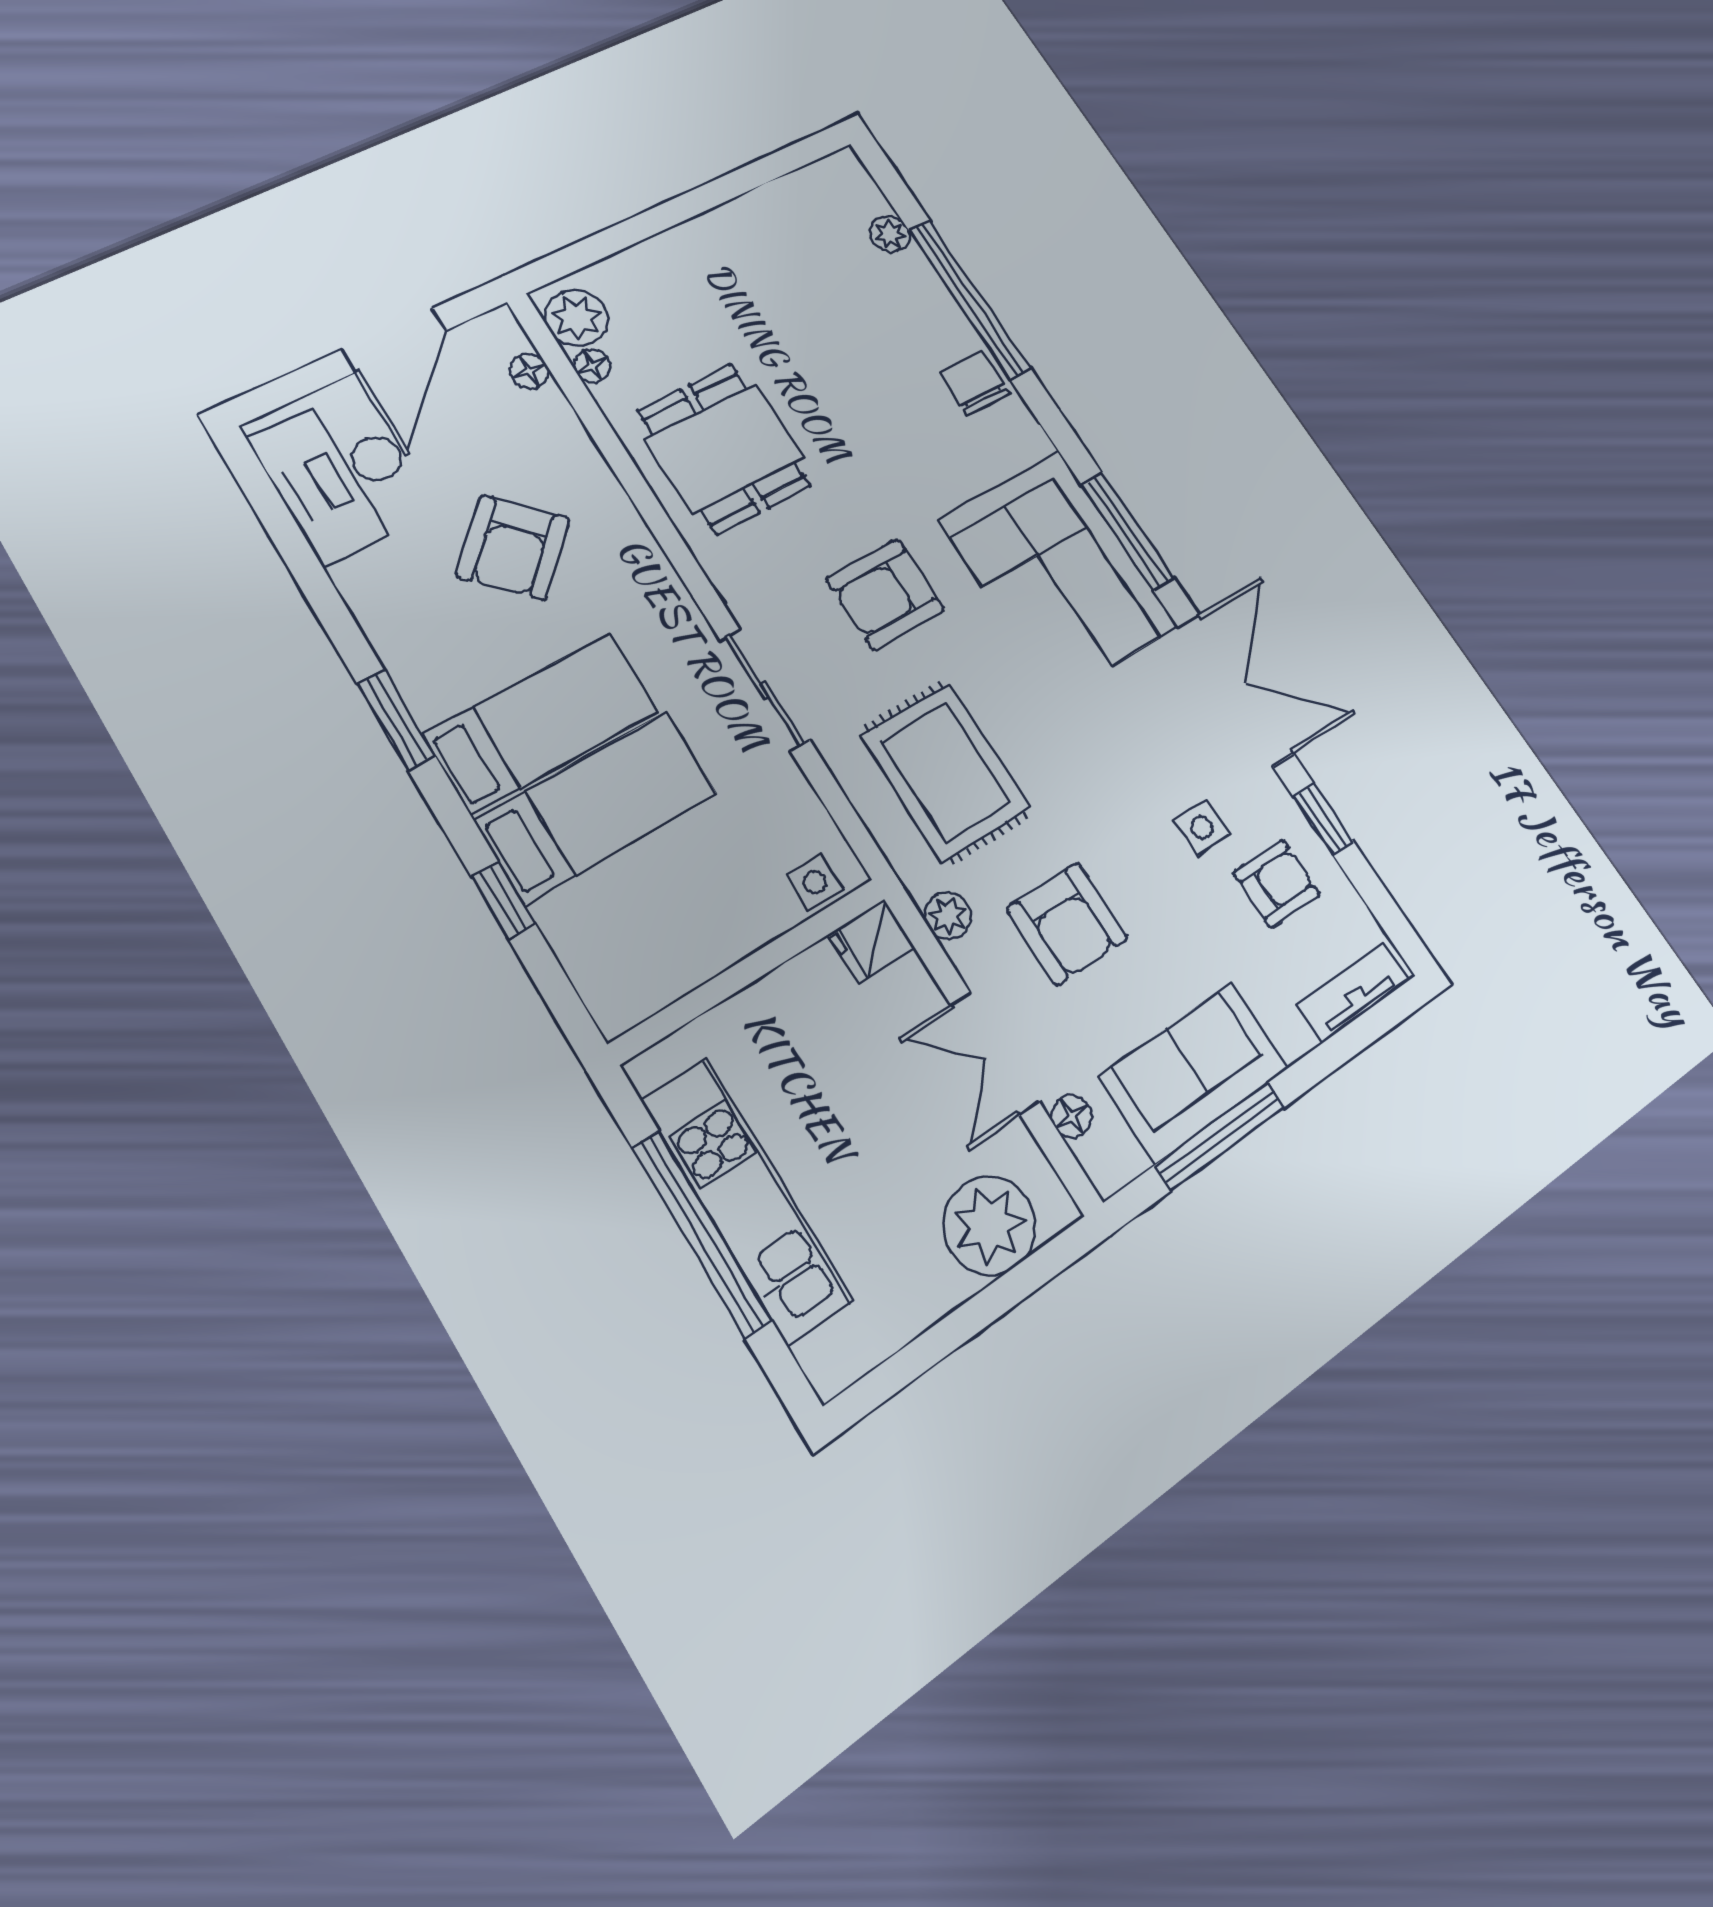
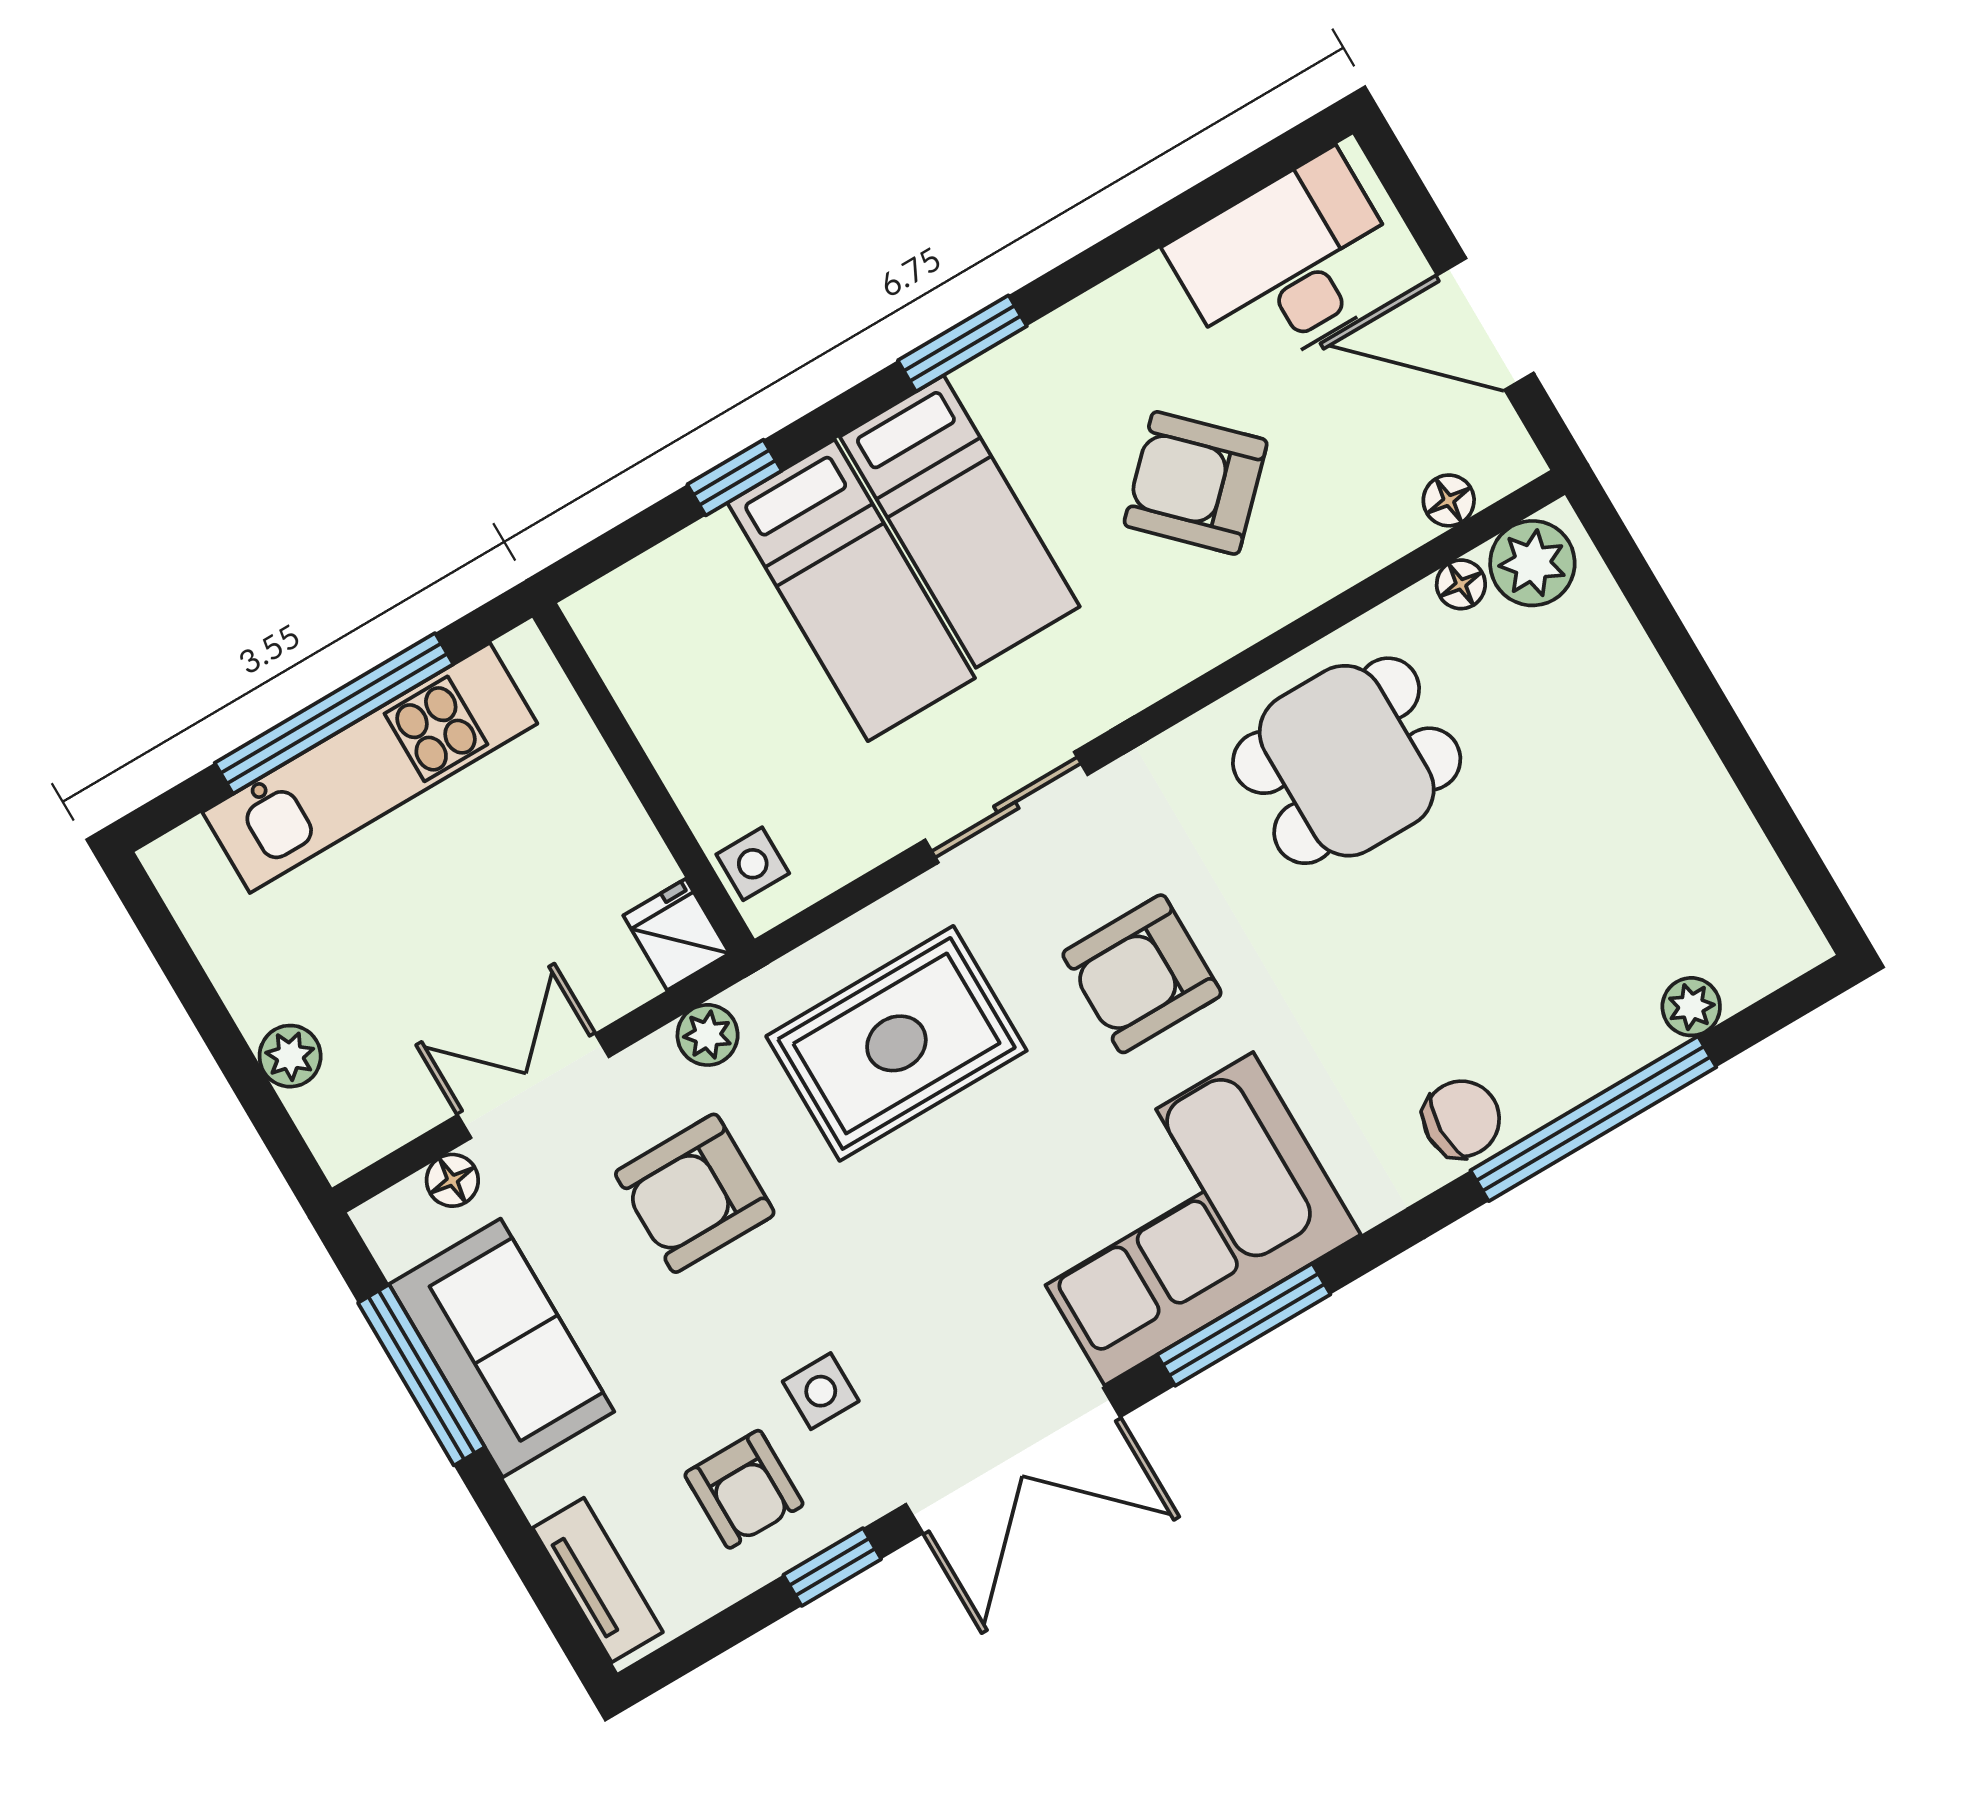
armchair: (885, 594) -> (1142, 974), turned -90
plant: (990, 1225) -> (290, 1056), width x0.53, depth x0.53

